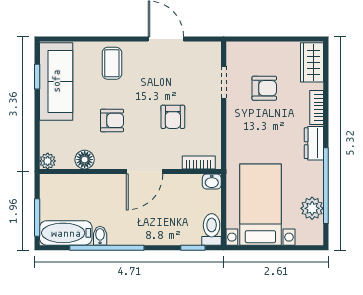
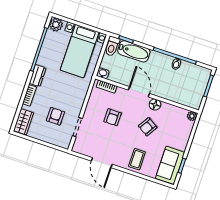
sofa: (56, 81) -> (170, 165), width x0.73
armchair: (264, 88) -> (55, 116), turned 90
armchair: (173, 117) -> (113, 117), turned 180
armchair: (112, 120) -> (148, 127), turned -58
floor lamp: (85, 160) -> (155, 105), moved
door: (145, 171) -> (139, 92), hinge flipped
plant: (312, 208) -> (56, 25), moved
bathtub: (66, 233) -> (134, 51), moved

